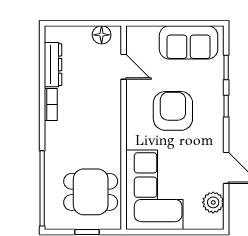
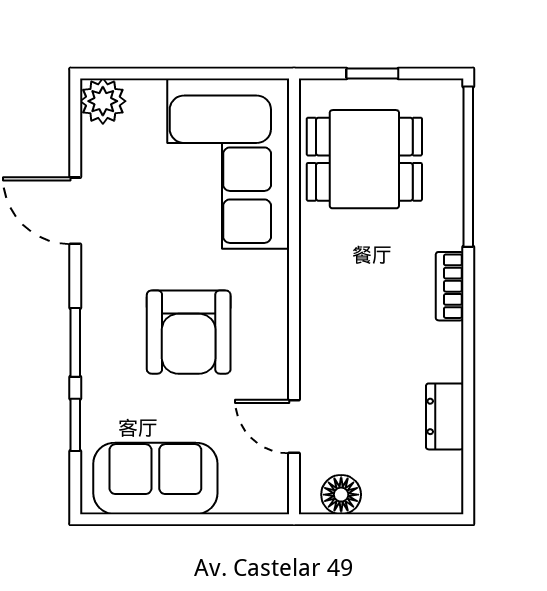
dresser: (53, 65) -> (445, 416), width x0.70
bookcase: (51, 104) -> (450, 286), moved
window: (226, 106) -> (75, 342), width x1.50
plant: (213, 202) -> (103, 101), moved

